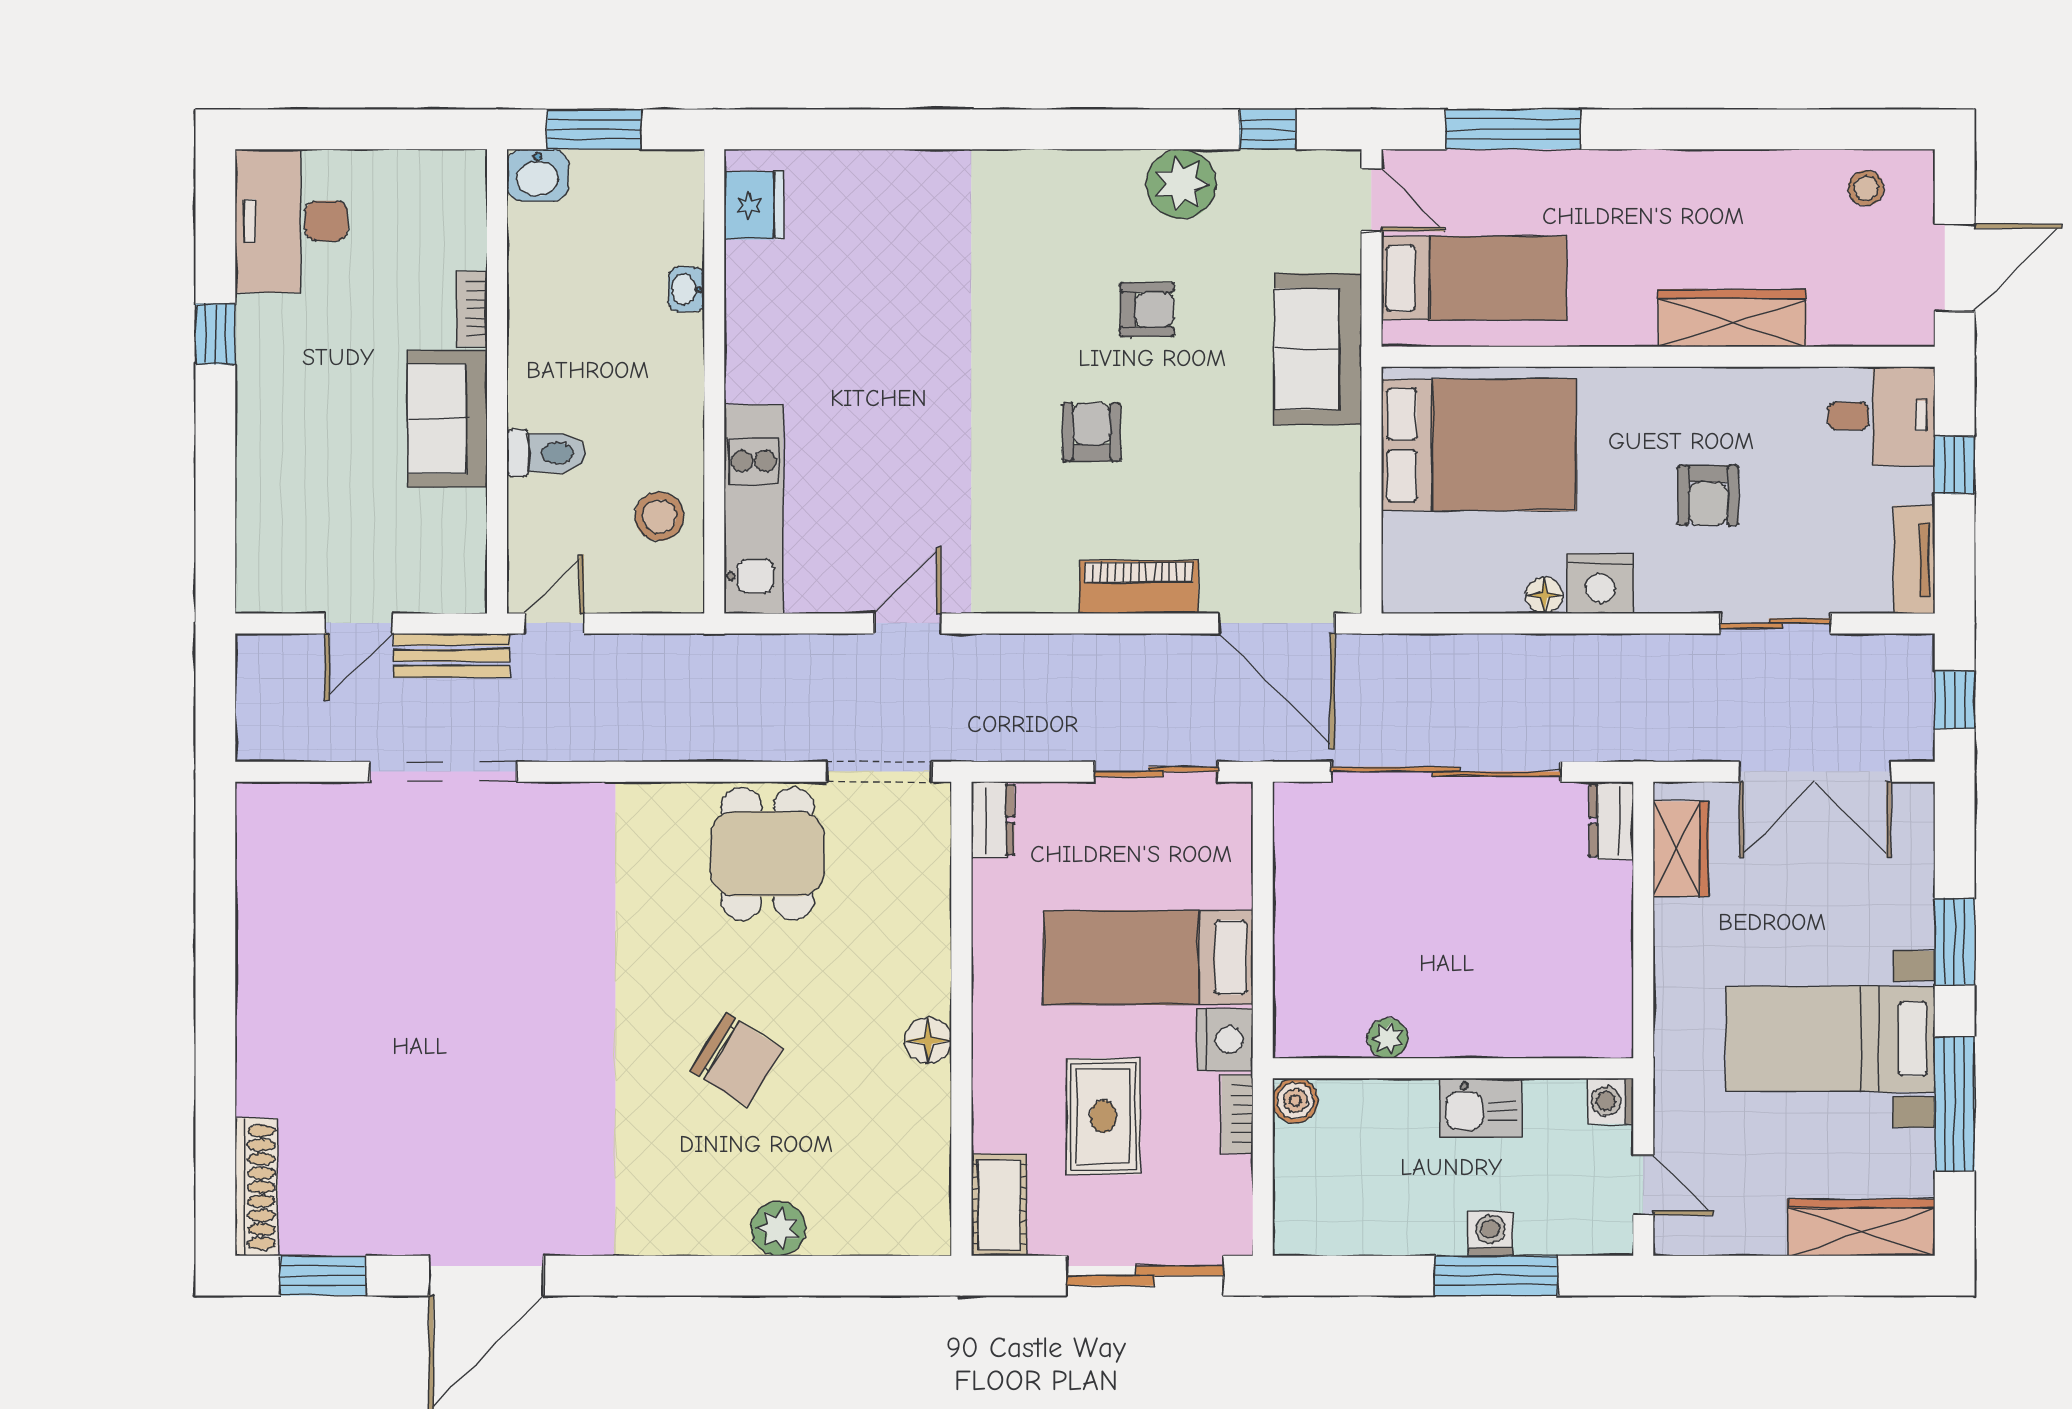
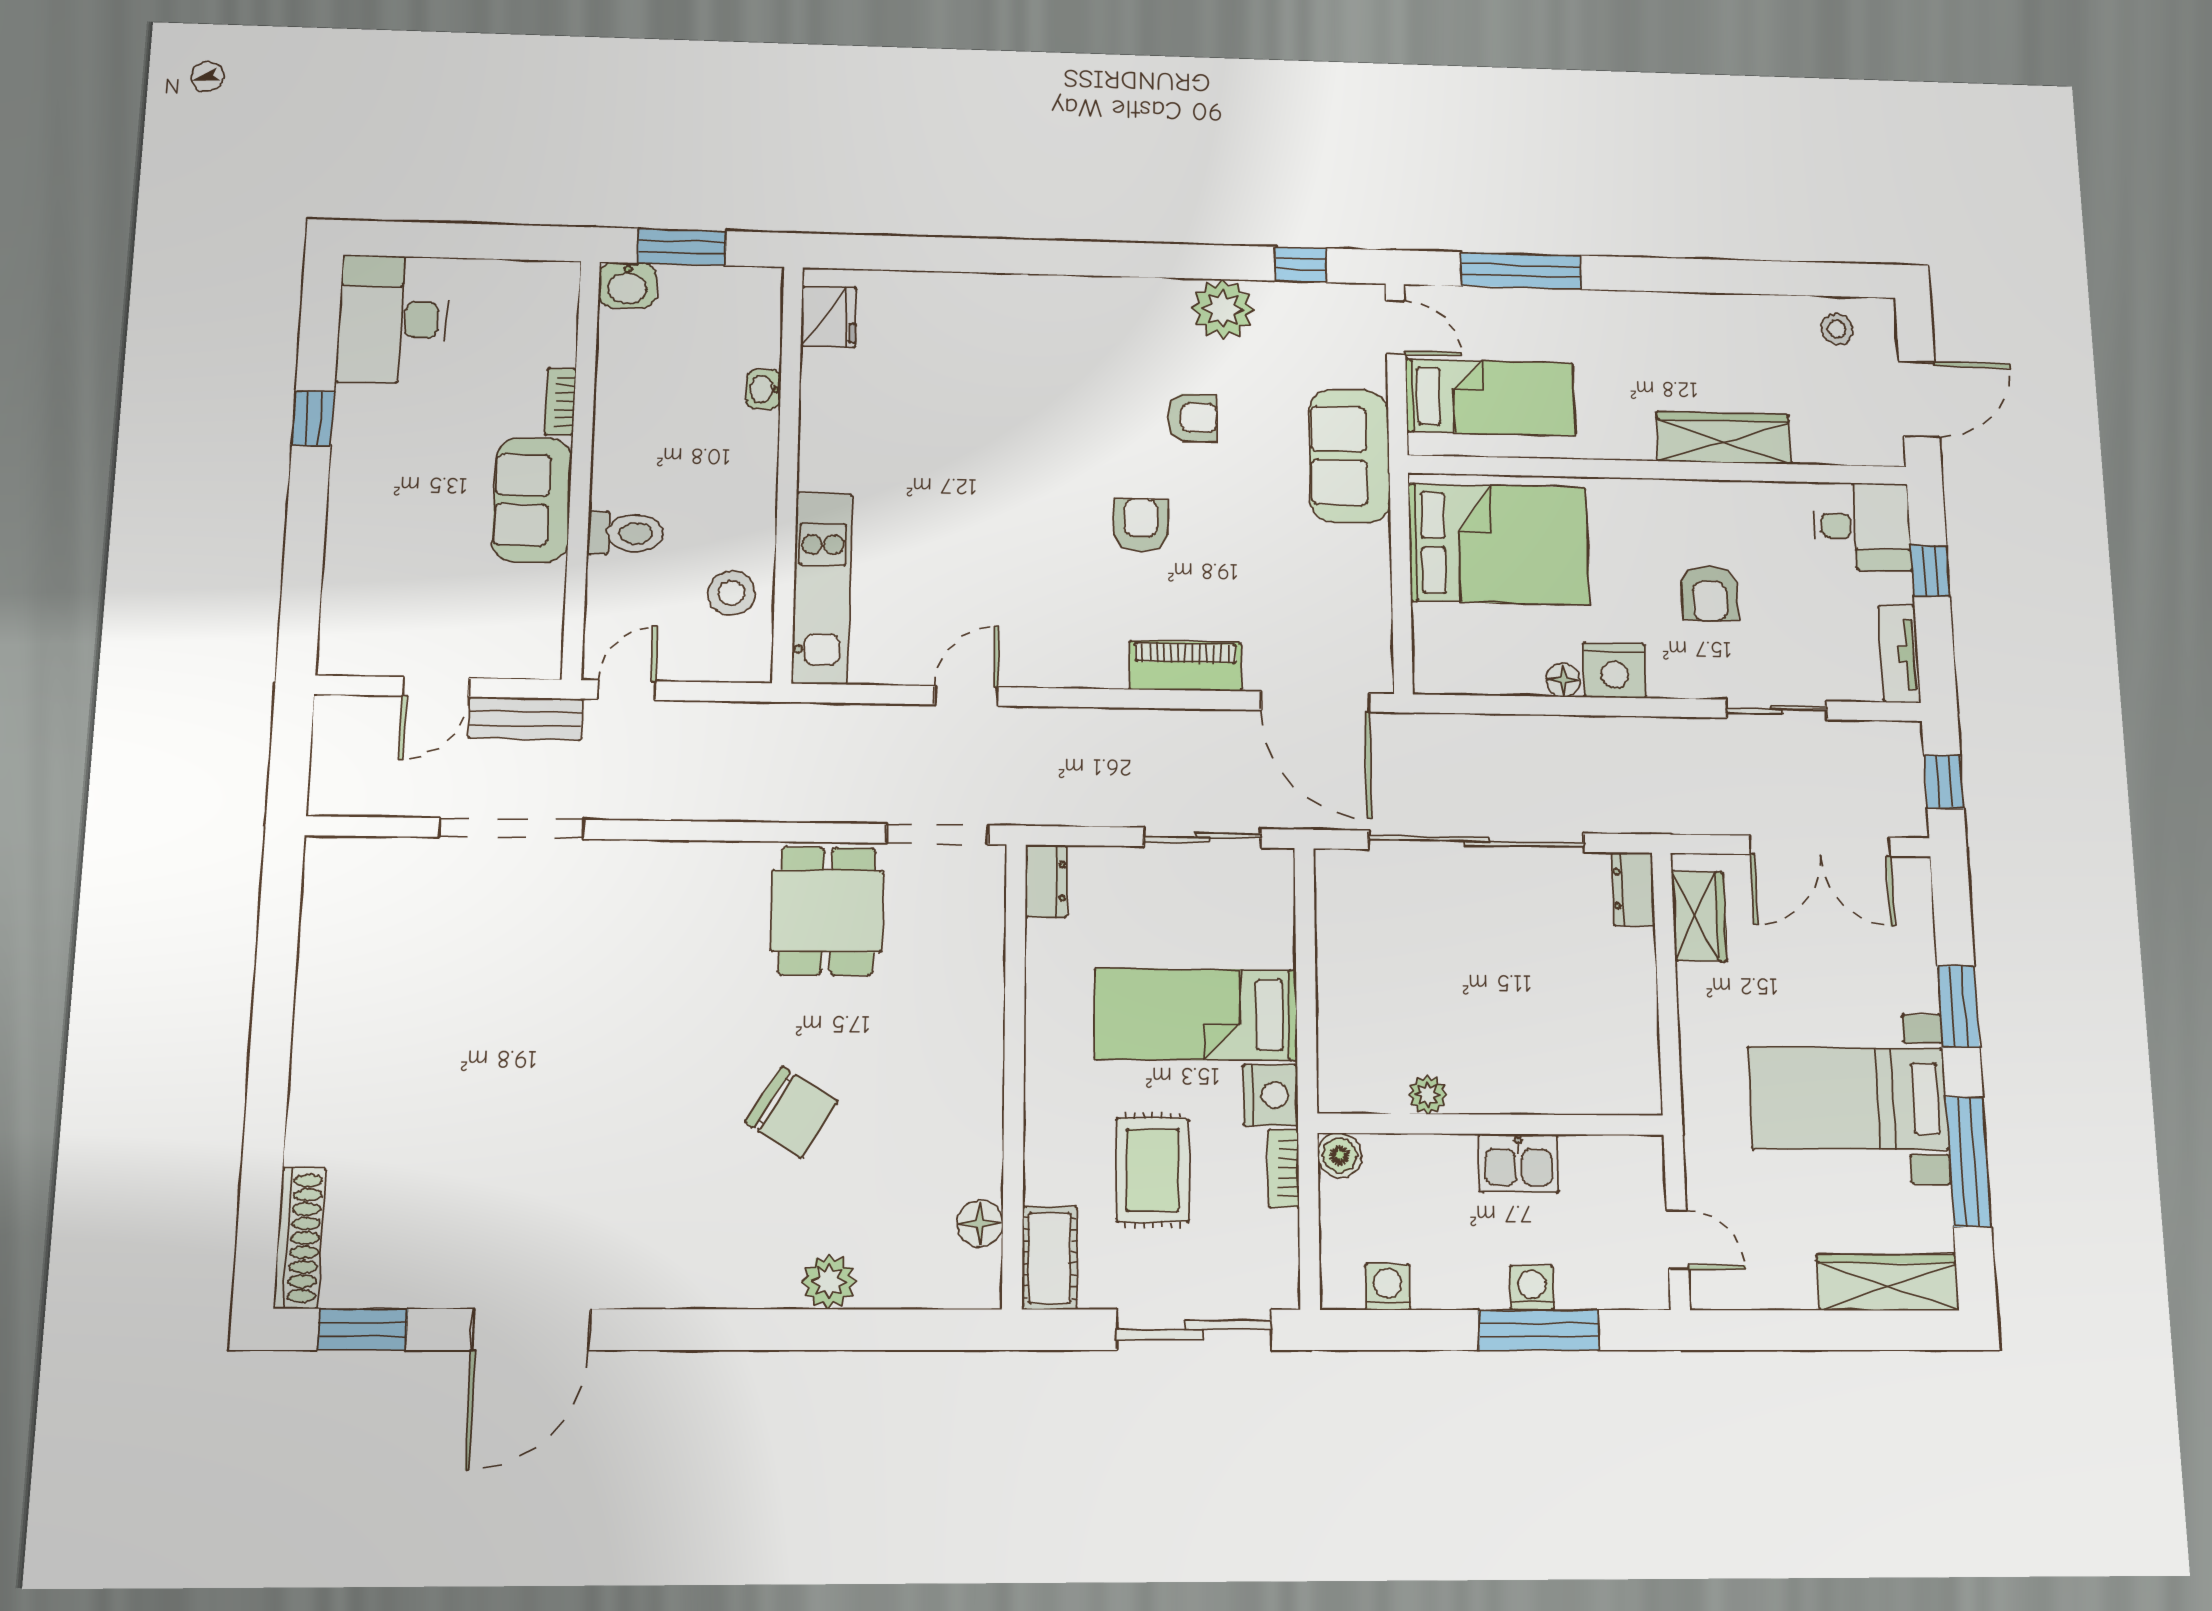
floor lamp: (928, 1040) -> (980, 1223), moved
washing machine: (1611, 1101) -> (1388, 1287), moved, turned 90

